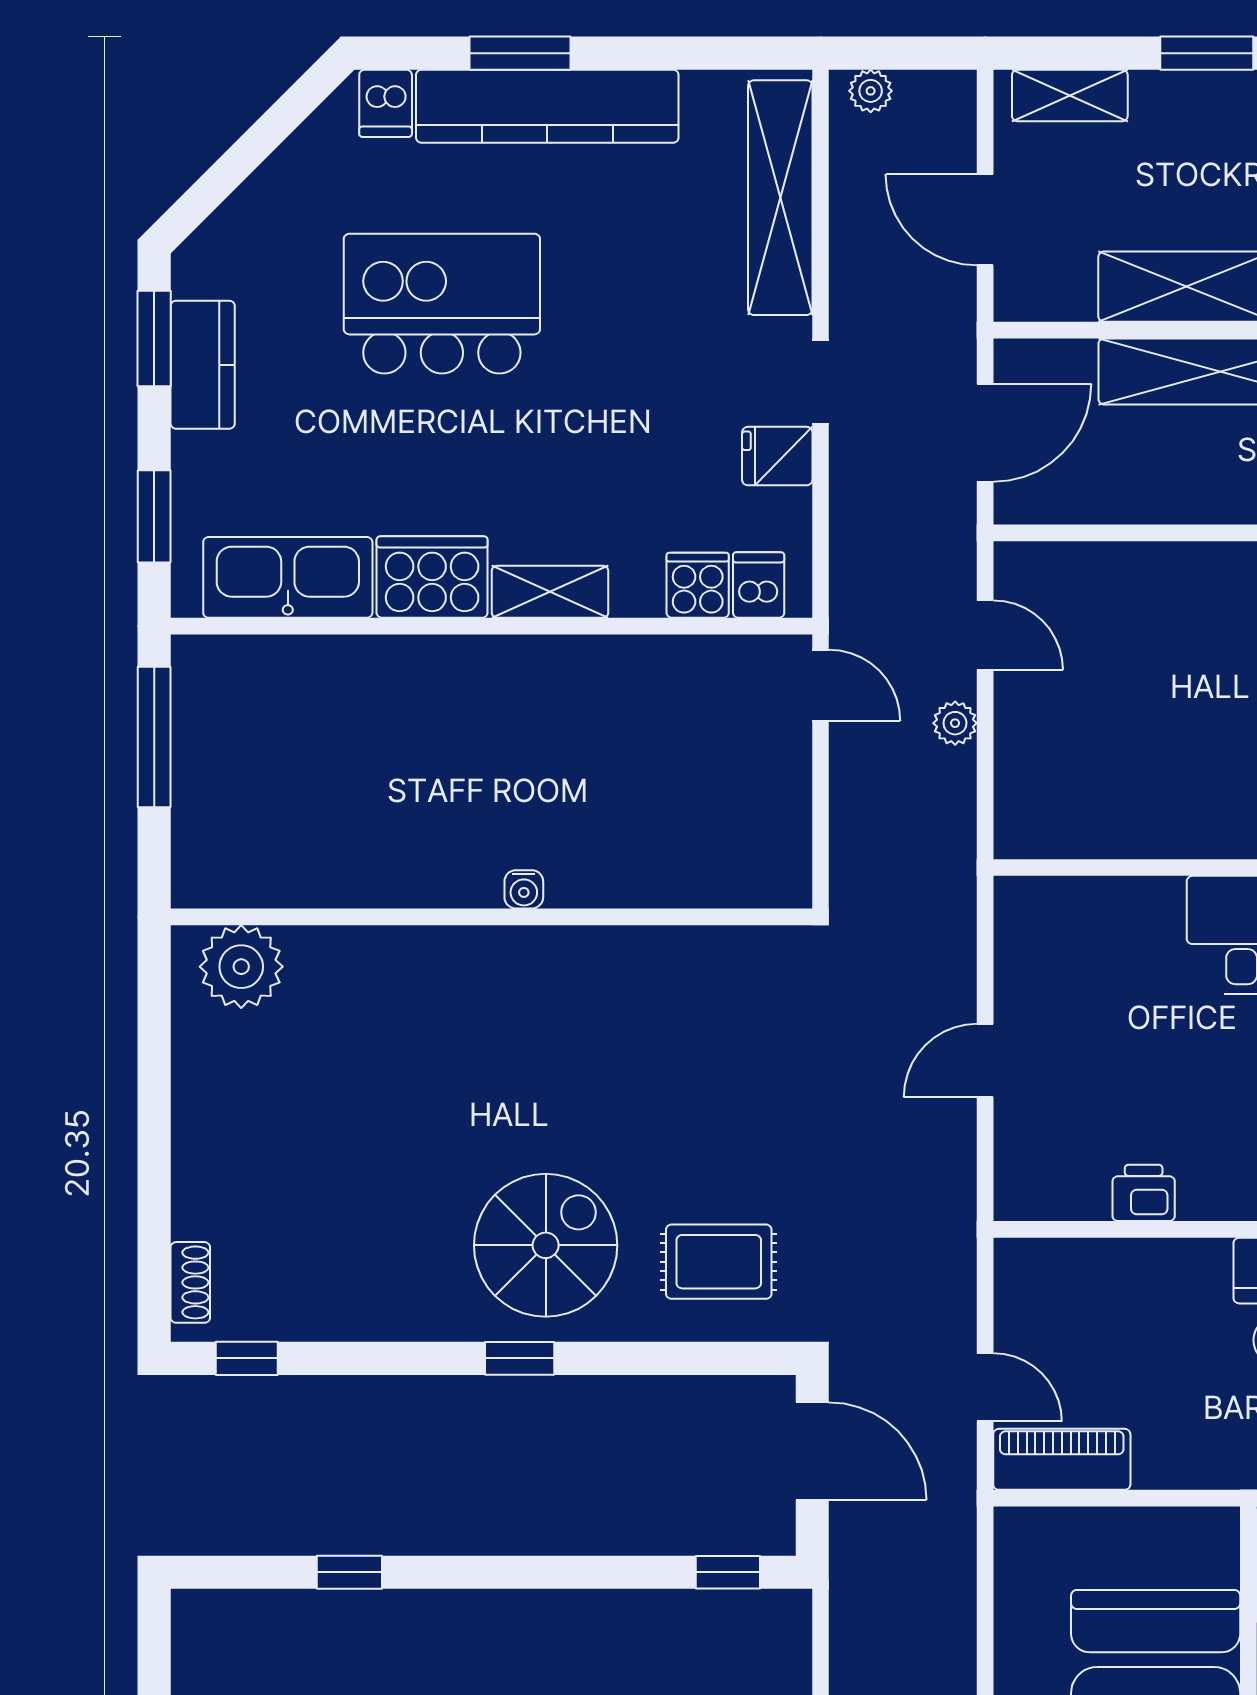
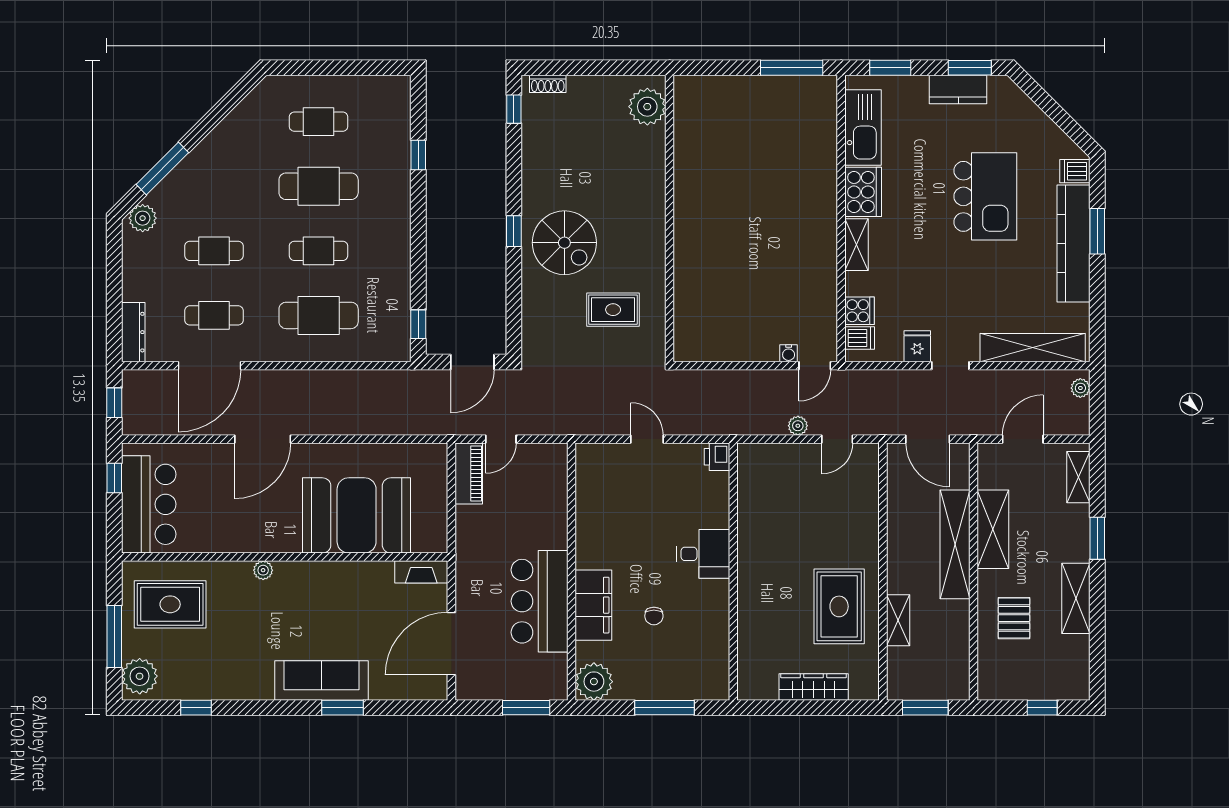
water cooler: (524, 889) -> (789, 353), moved, turned -90
wall: (491, 917) -> (670, 219), moved
plant: (241, 967) -> (647, 107), moved
printer: (1144, 1193) -> (717, 457), moved, turned 180
rug: (719, 1262) -> (613, 310), moved, turned 90

